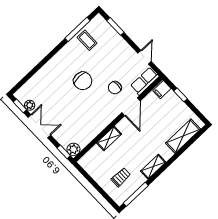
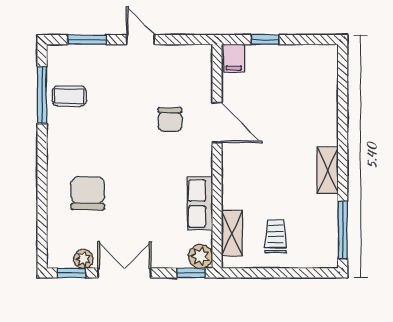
door: (145, 57) -> (141, 40), moved
chair: (83, 81) -> (88, 193), moved, turned -90
row of seats: (145, 81) -> (200, 204), moved
shelving: (183, 136) -> (325, 90), removed
shelving: (109, 138) -> (232, 233), moved
trolley: (121, 177) -> (275, 236), moved

